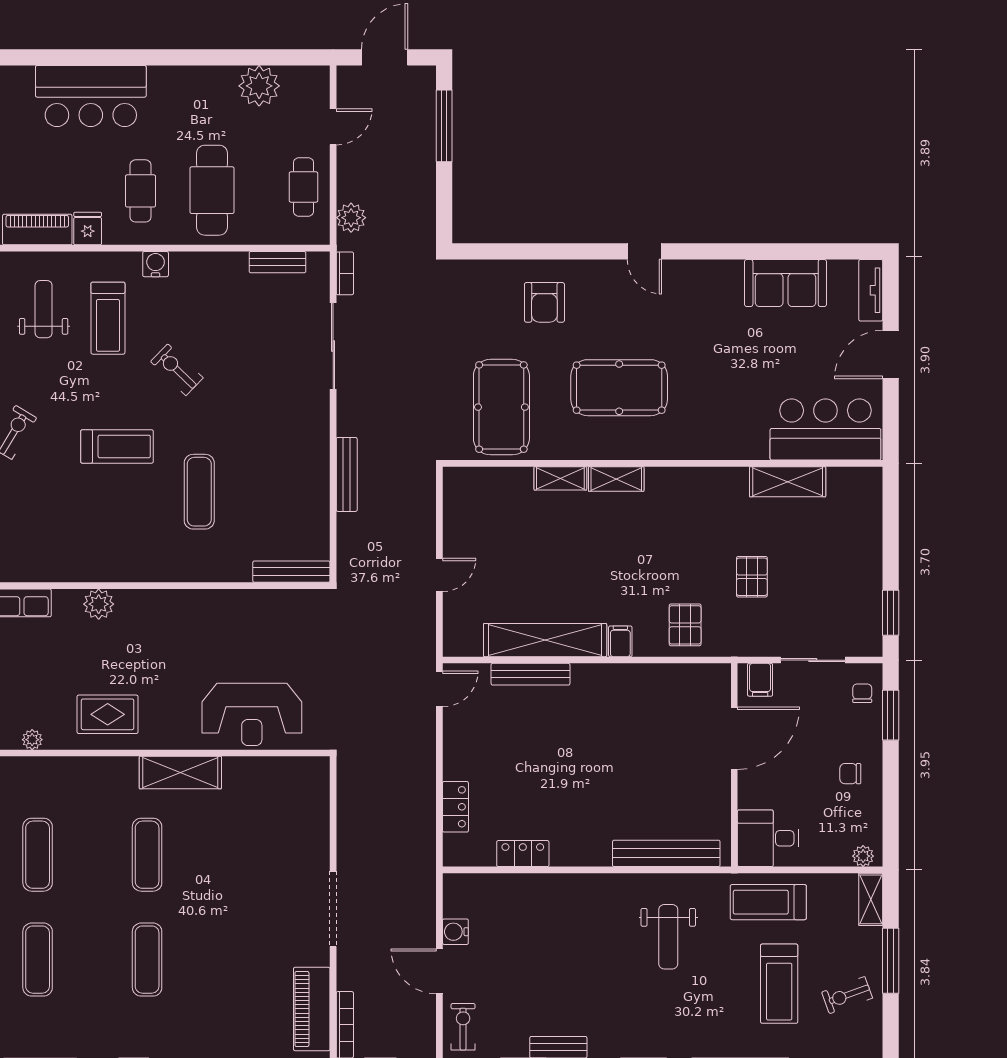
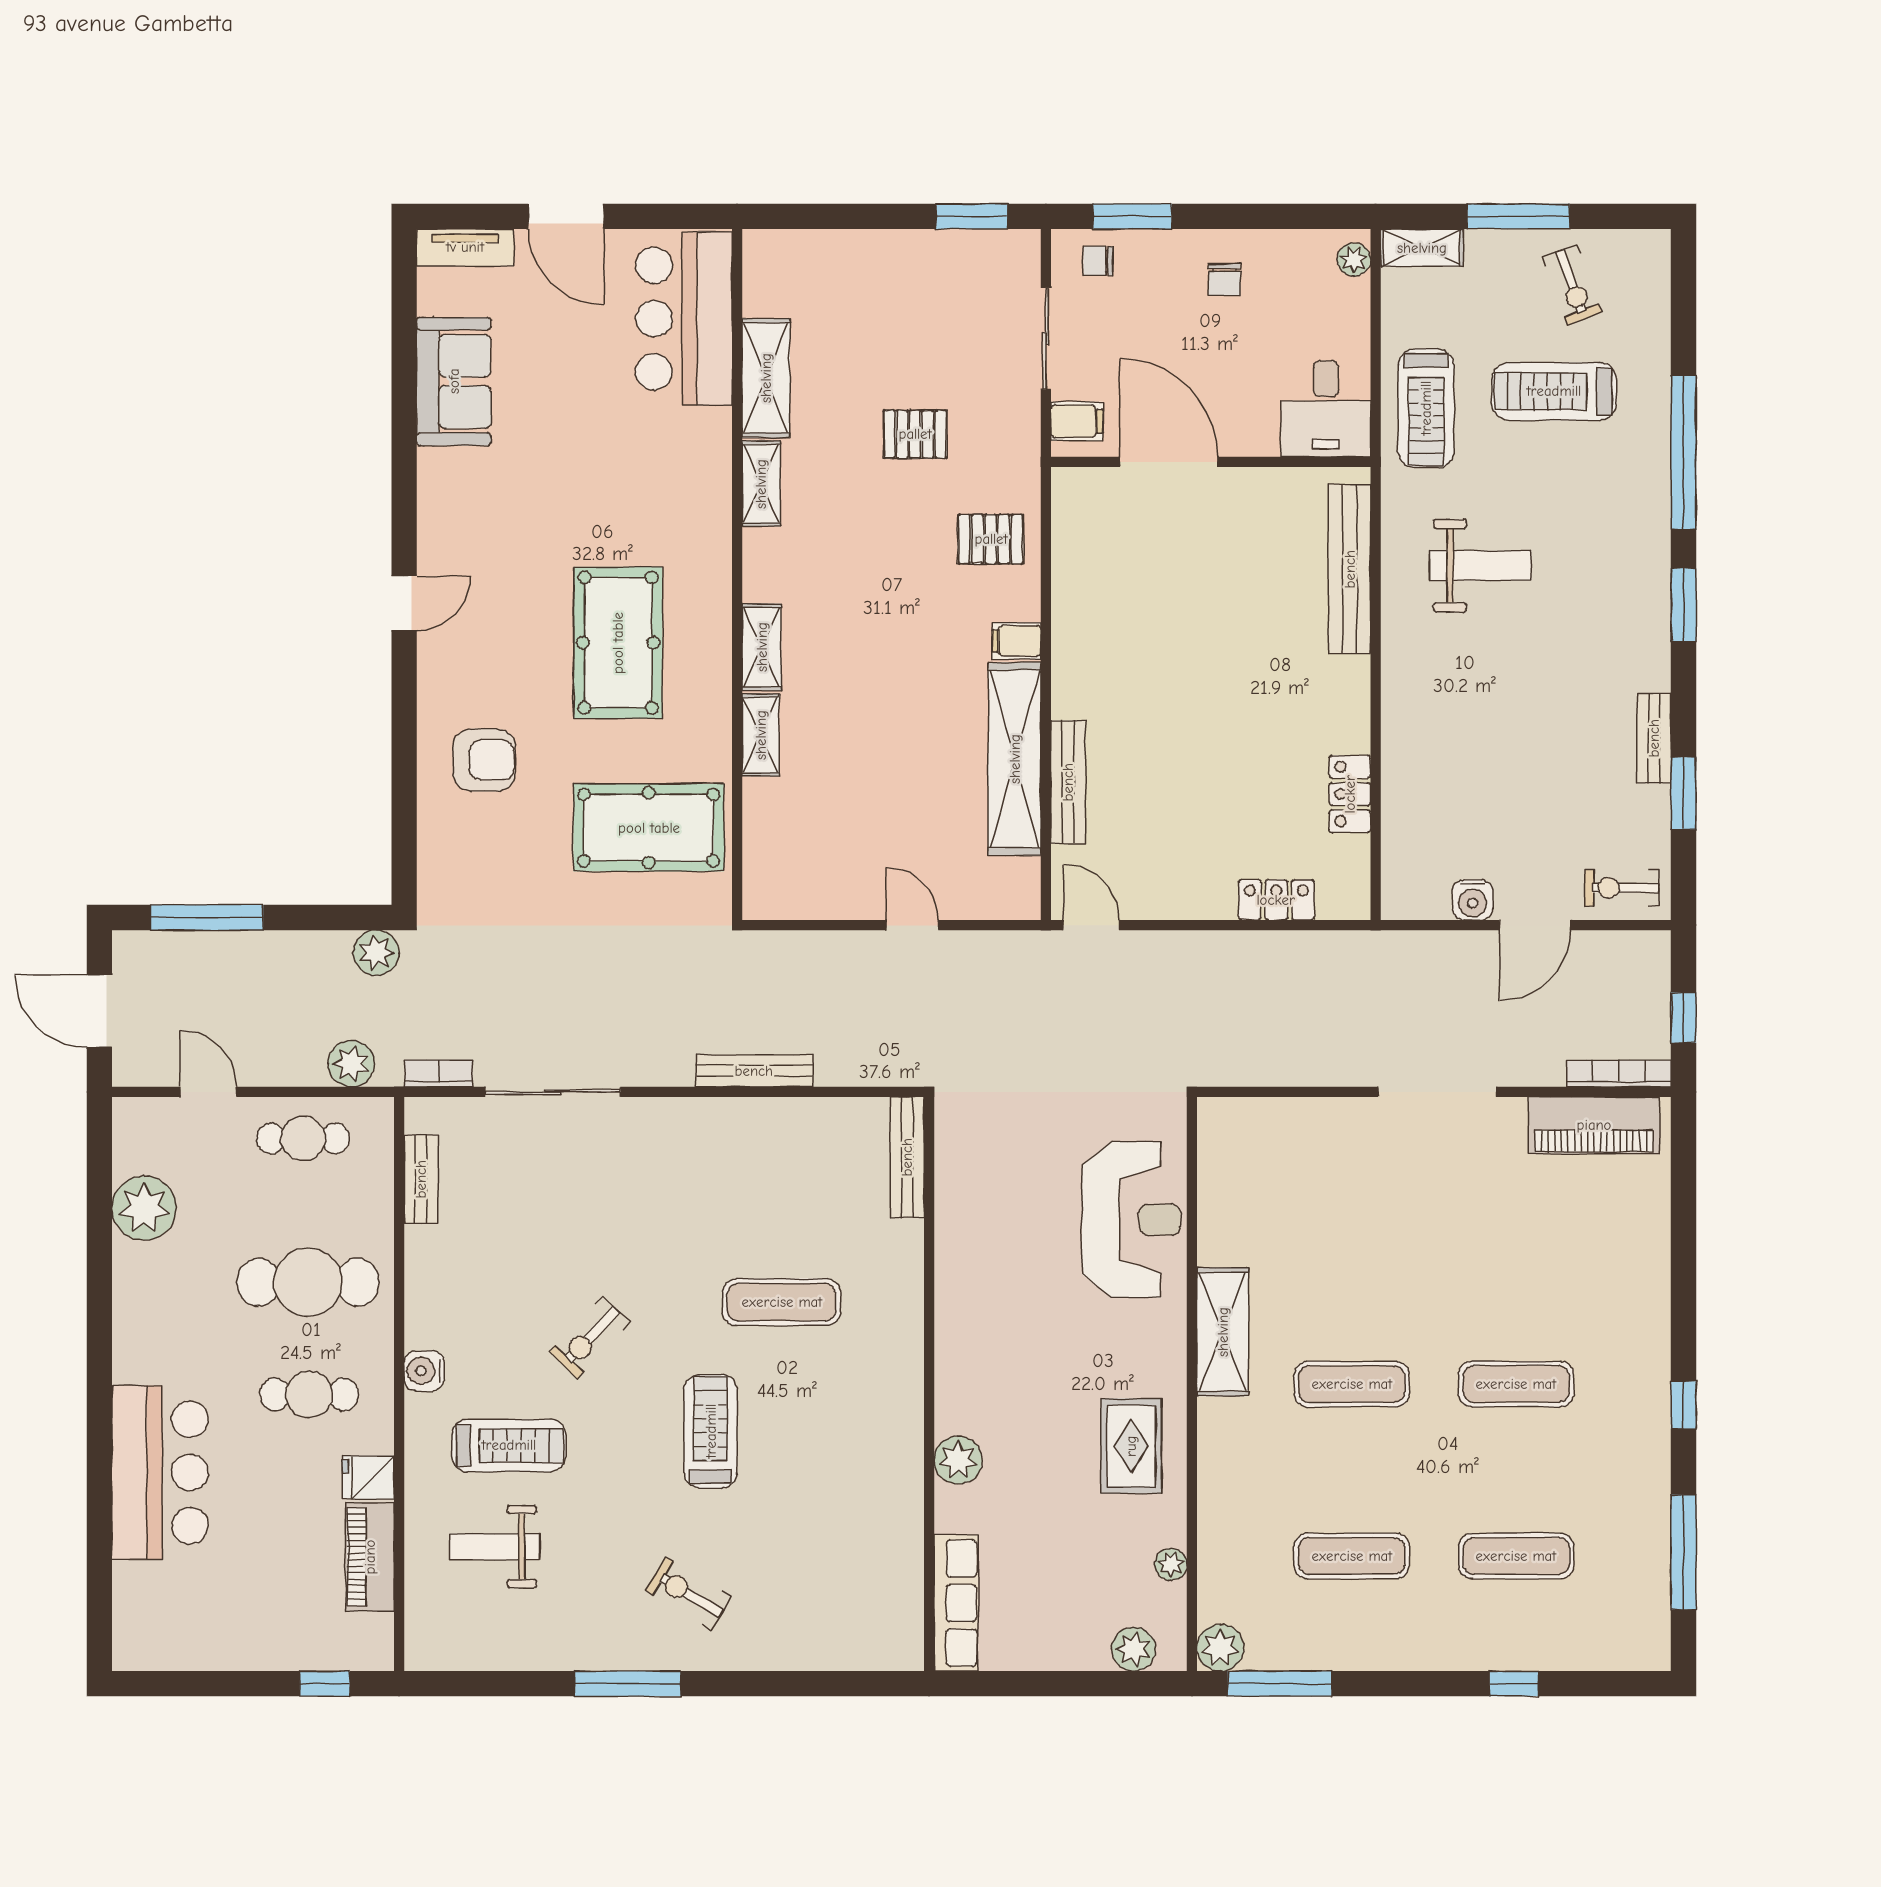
plant: (422, 234) -> (376, 953), added
shelving: (720, 479) -> (761, 484), added
treadmill: (779, 984) -> (1554, 391), turned 180

